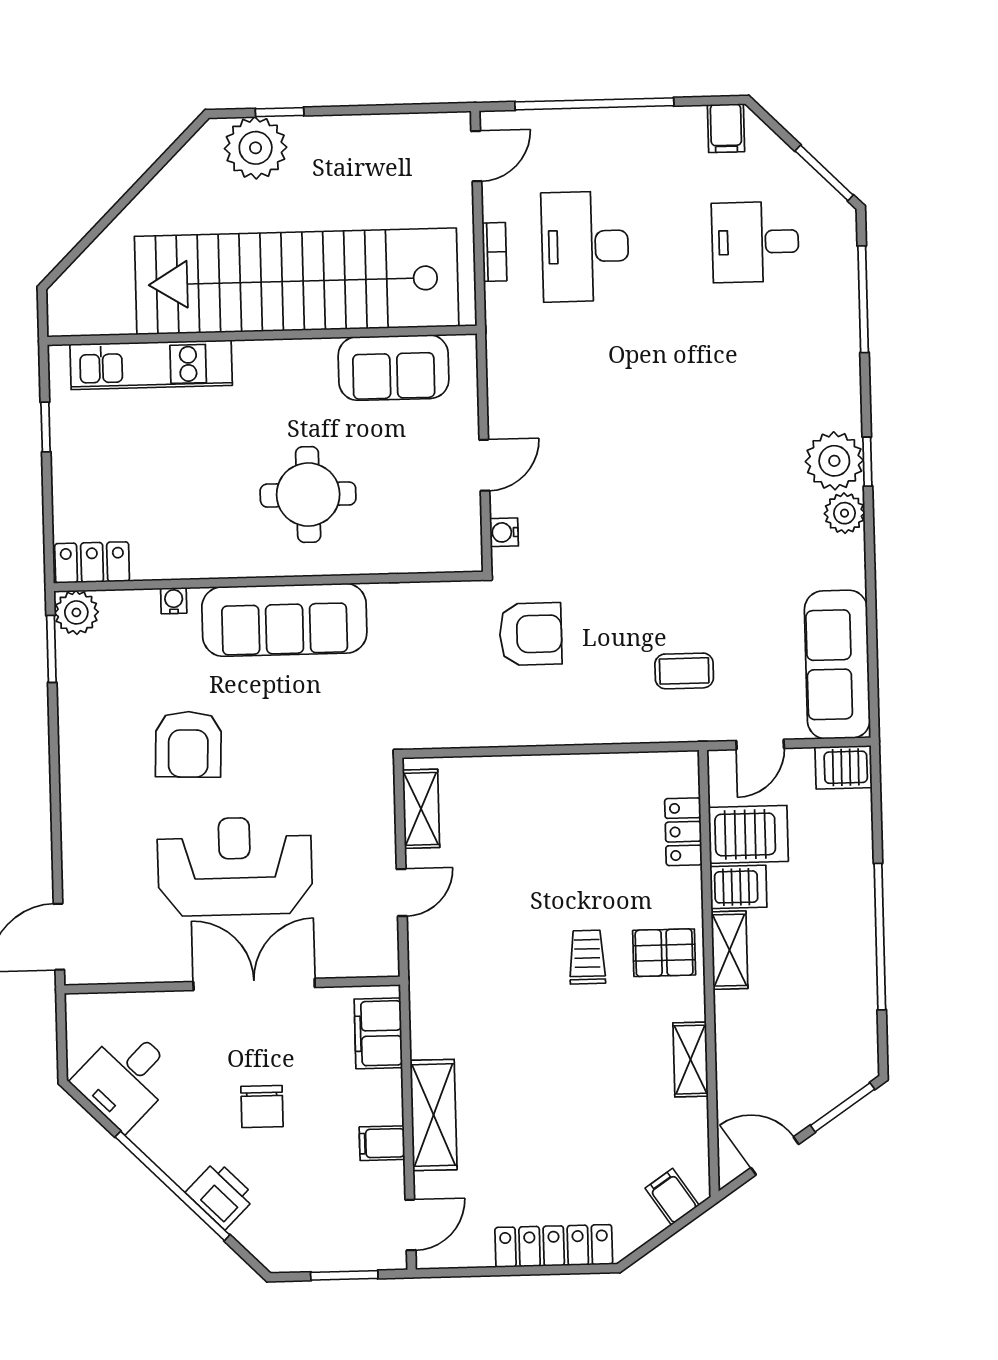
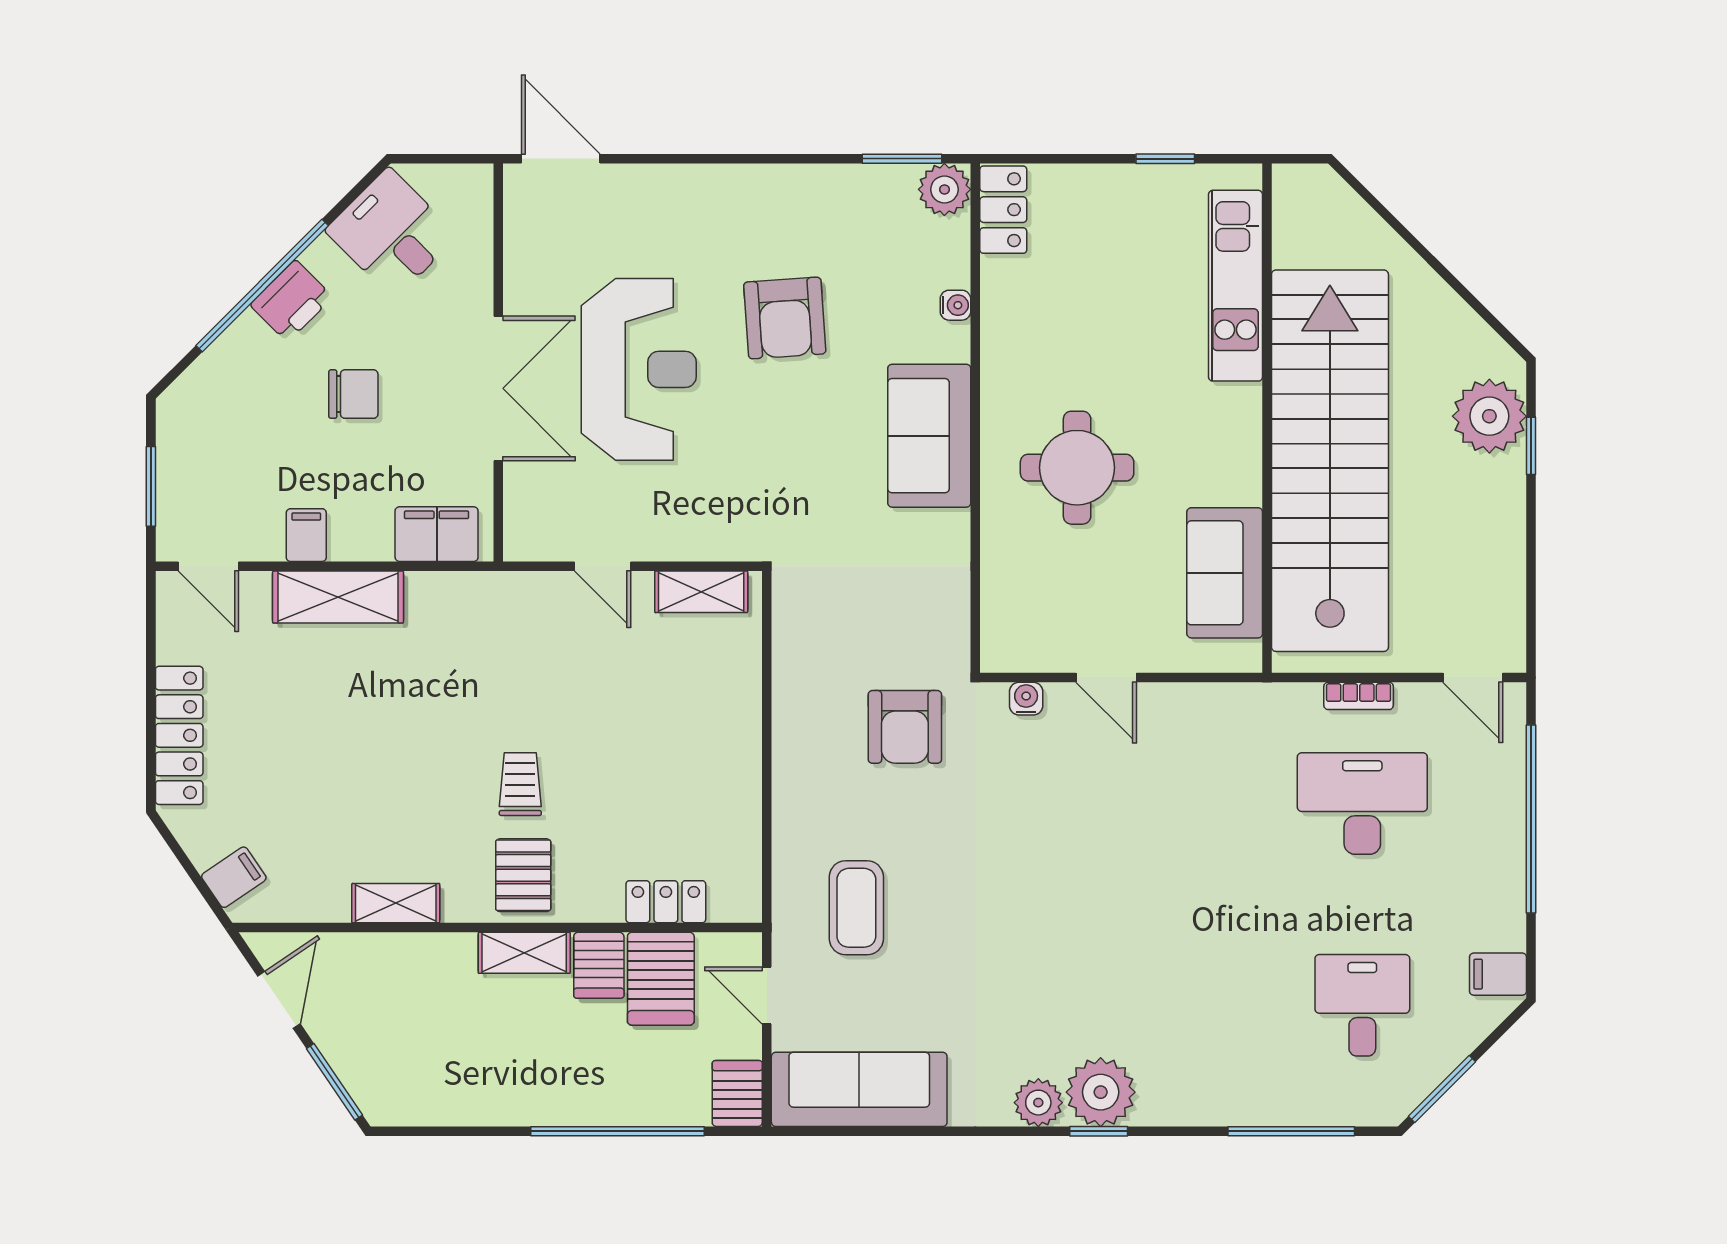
sofa: (284, 620) -> (929, 436), width x0.73
coffee table: (684, 671) -> (856, 908), width x1.36, depth x1.30
armchair: (188, 744) -> (785, 318), turned -96
window: (880, 937) -> (617, 1131), moved
trolley: (587, 957) -> (520, 784), turned -90
chair: (262, 1107) -> (353, 394), turned 180
printer: (221, 1195) -> (292, 301), moved

